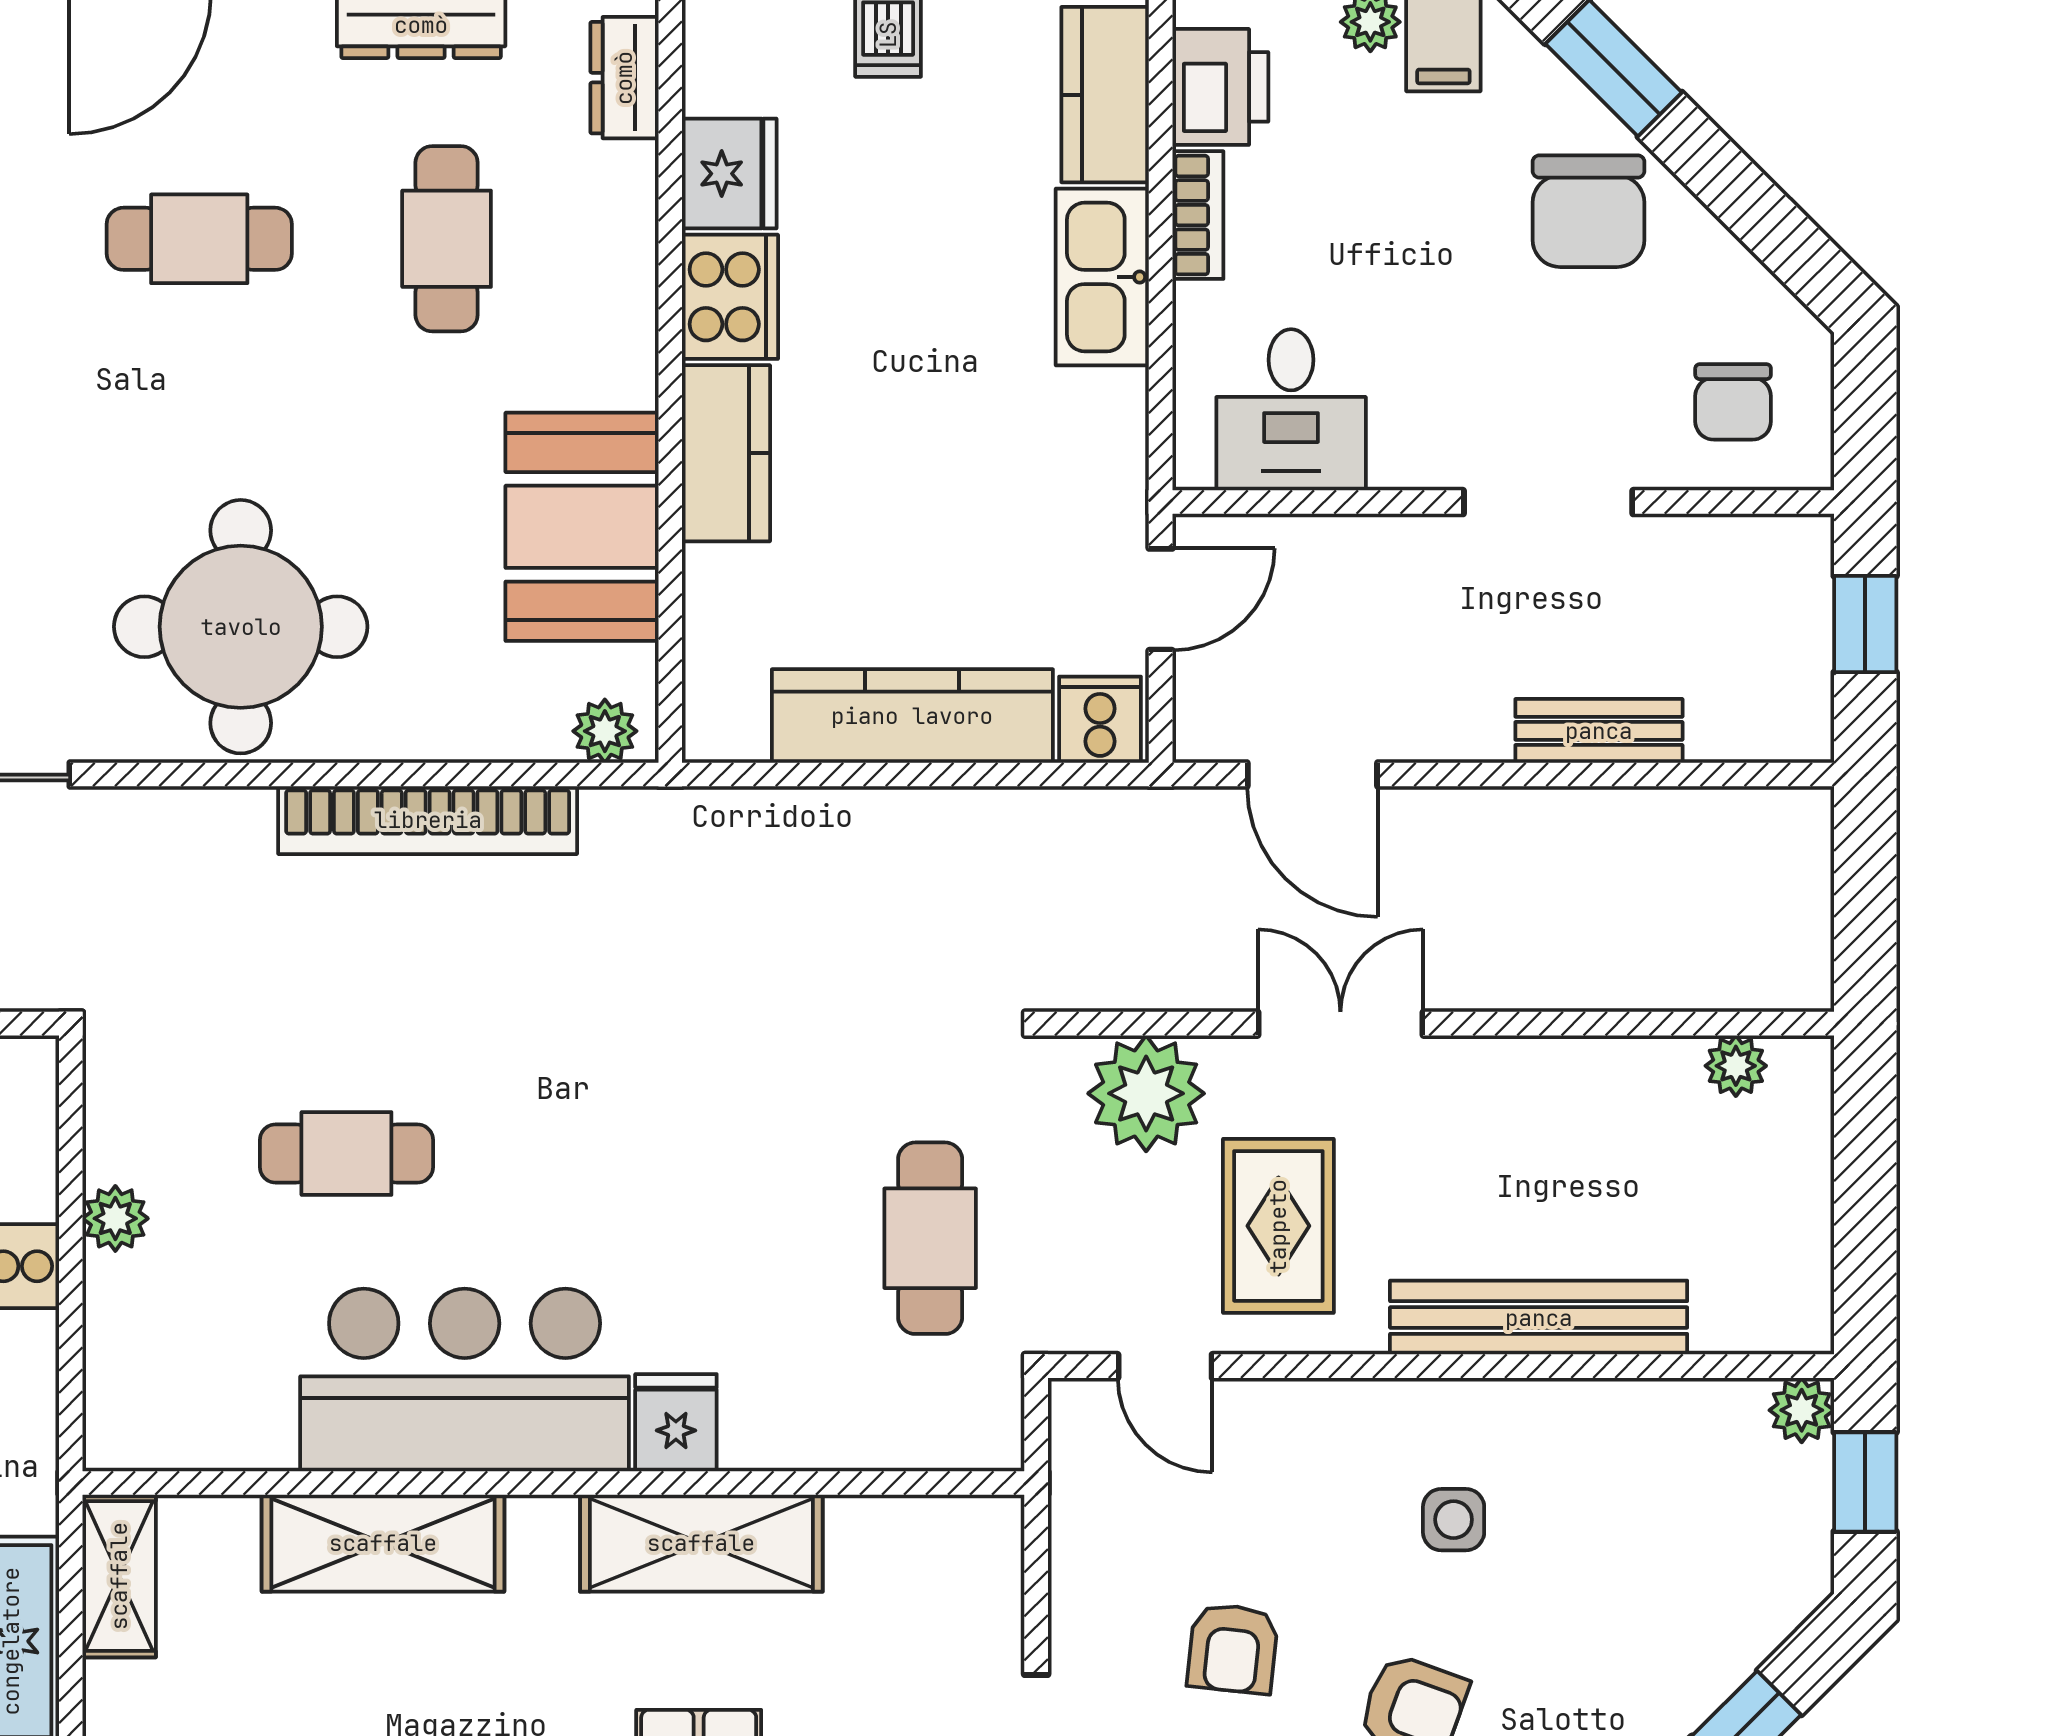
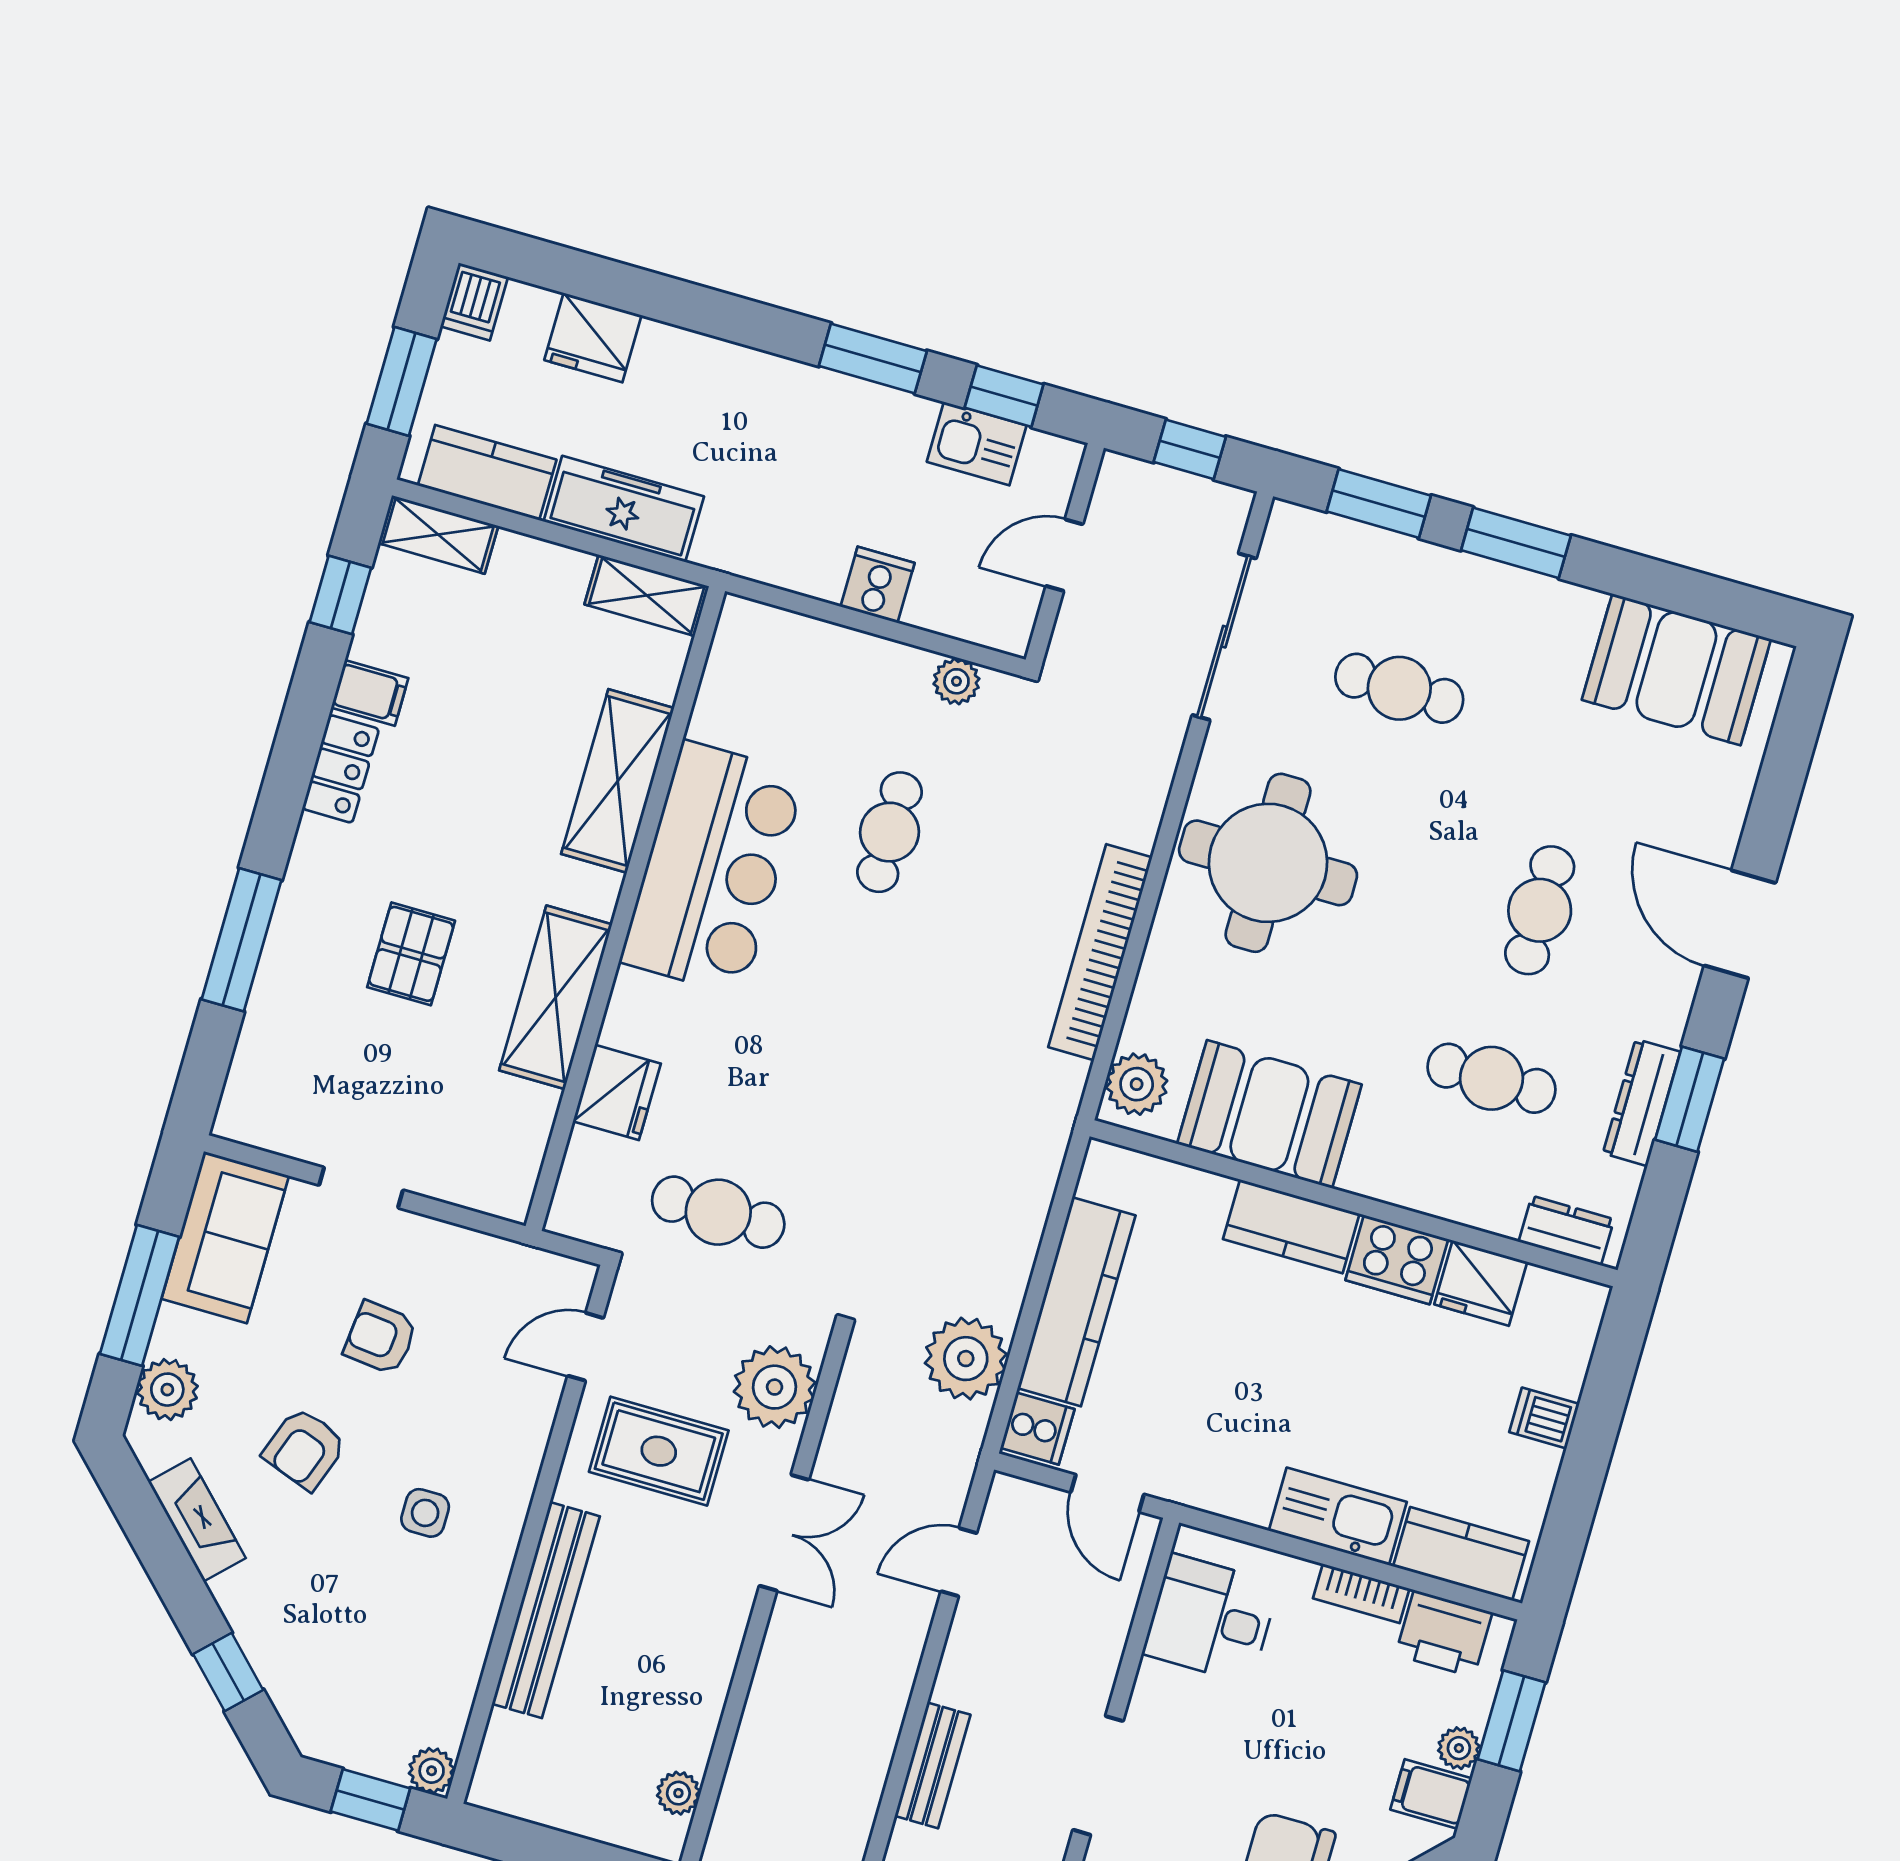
plant: (605, 731) -> (1137, 1084), width x1.38, depth x1.38
door: (1312, 775) -> (959, 1562), width x0.73
plant: (1033, 844) -> (966, 1359), added
plant: (115, 1218) -> (956, 681), moved
fridge: (676, 1423) -> (617, 1092), moved, width x1.38

